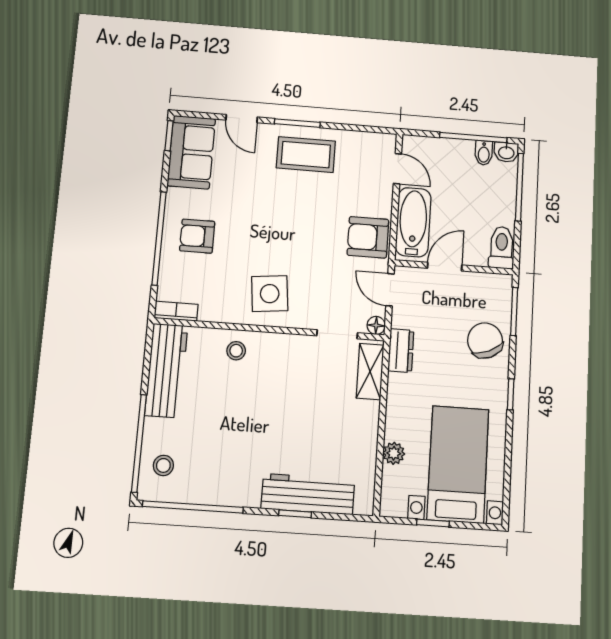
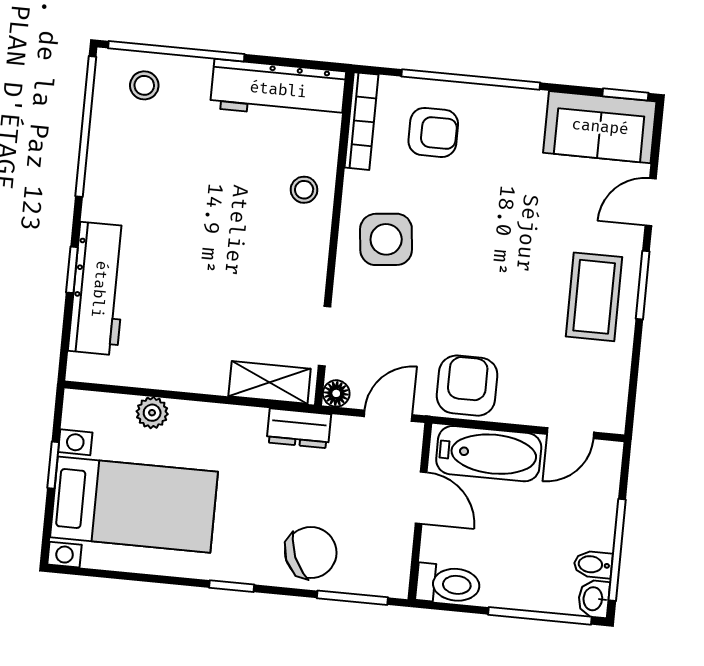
armchair: (197, 236) -> (433, 132), moved, turned 90
bookcase: (176, 311) -> (361, 121), width x1.56

